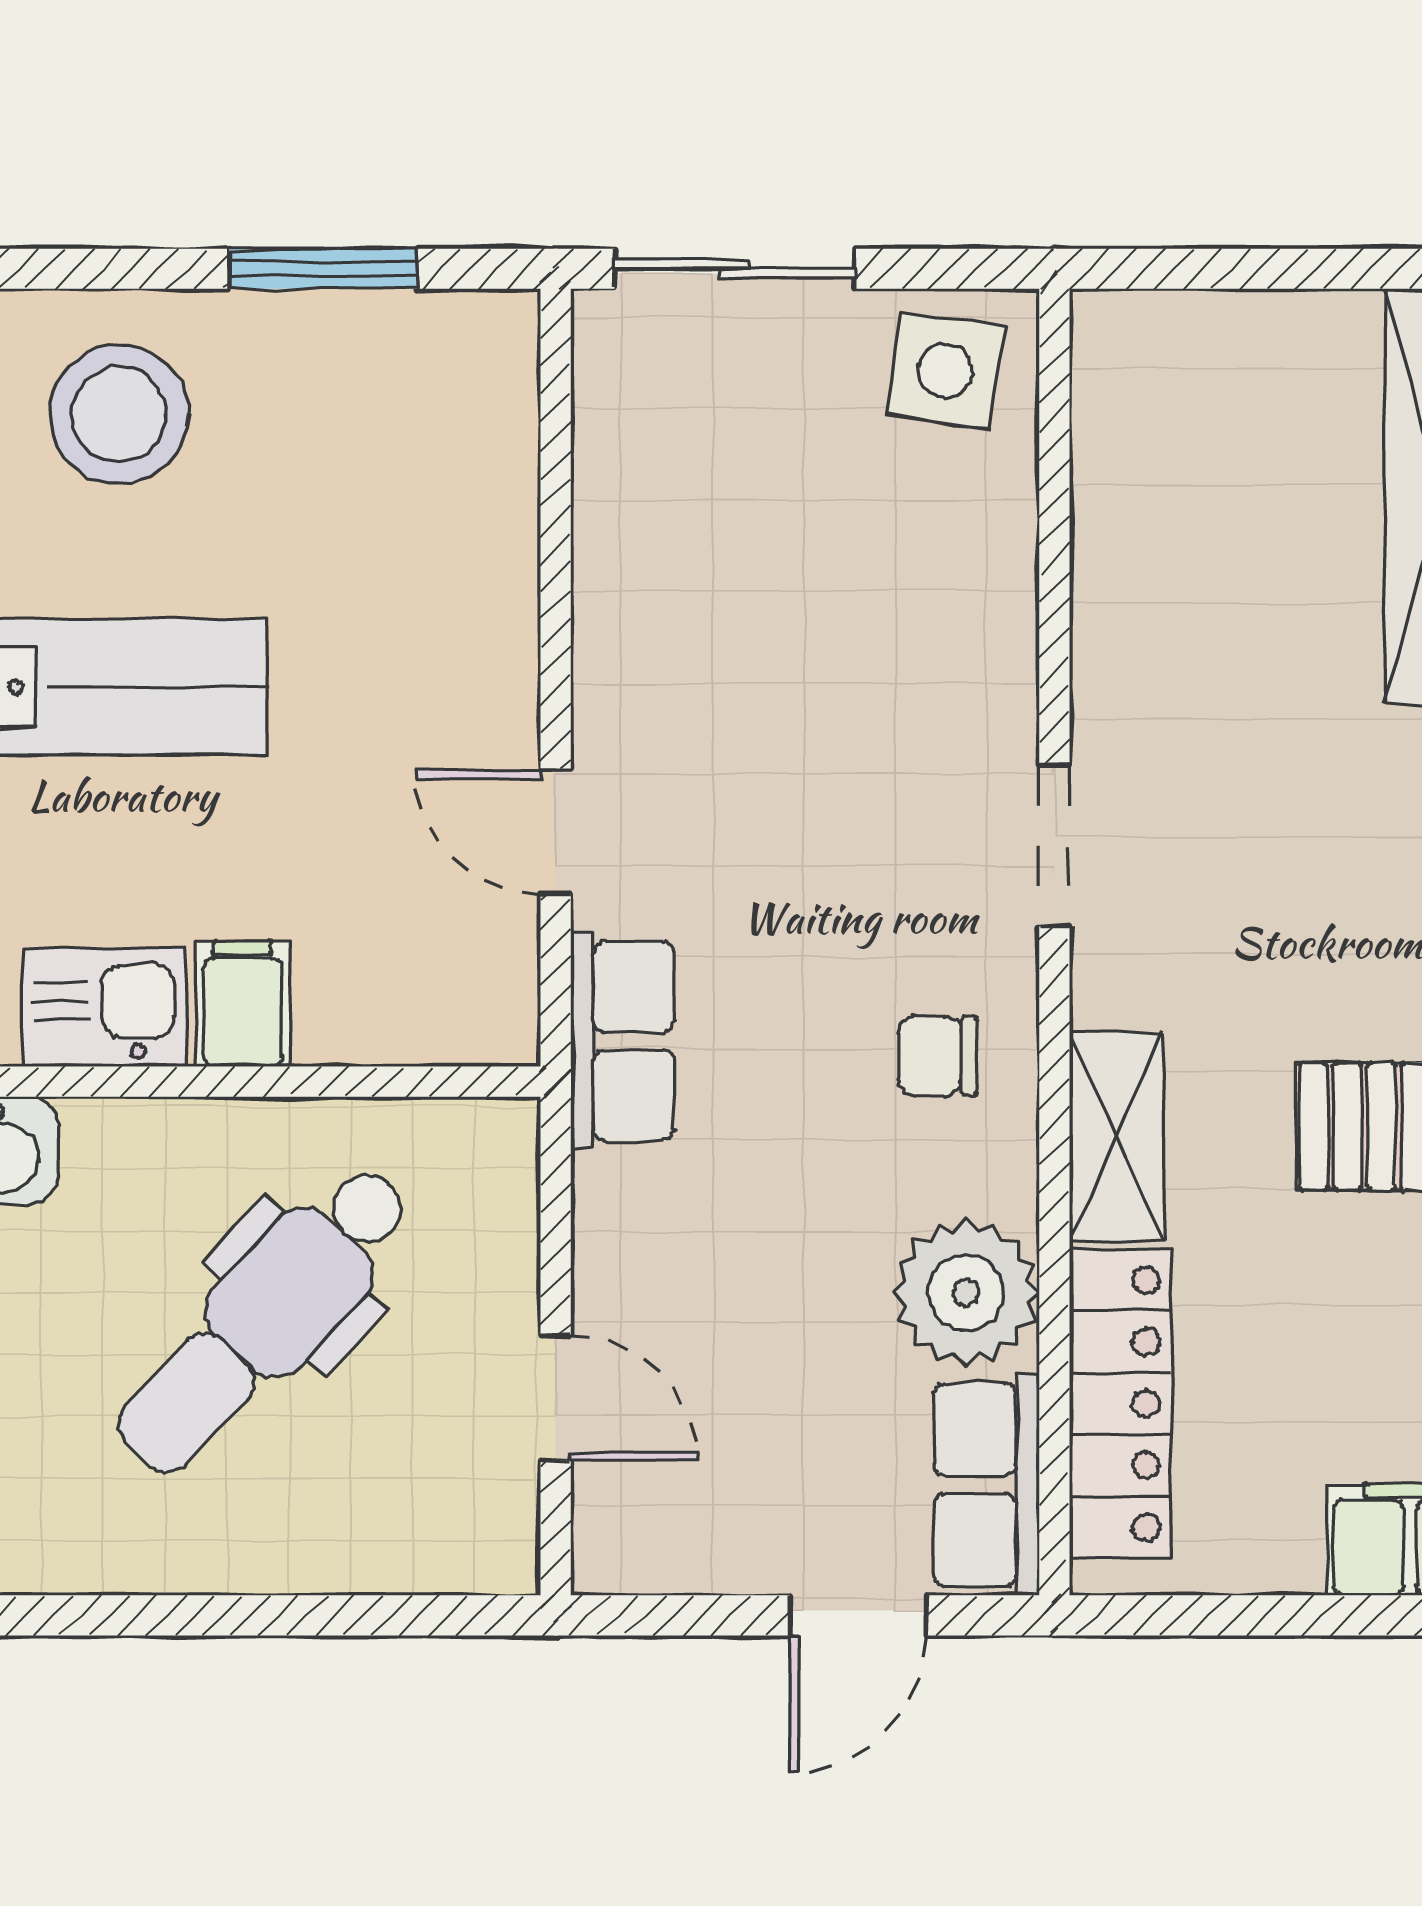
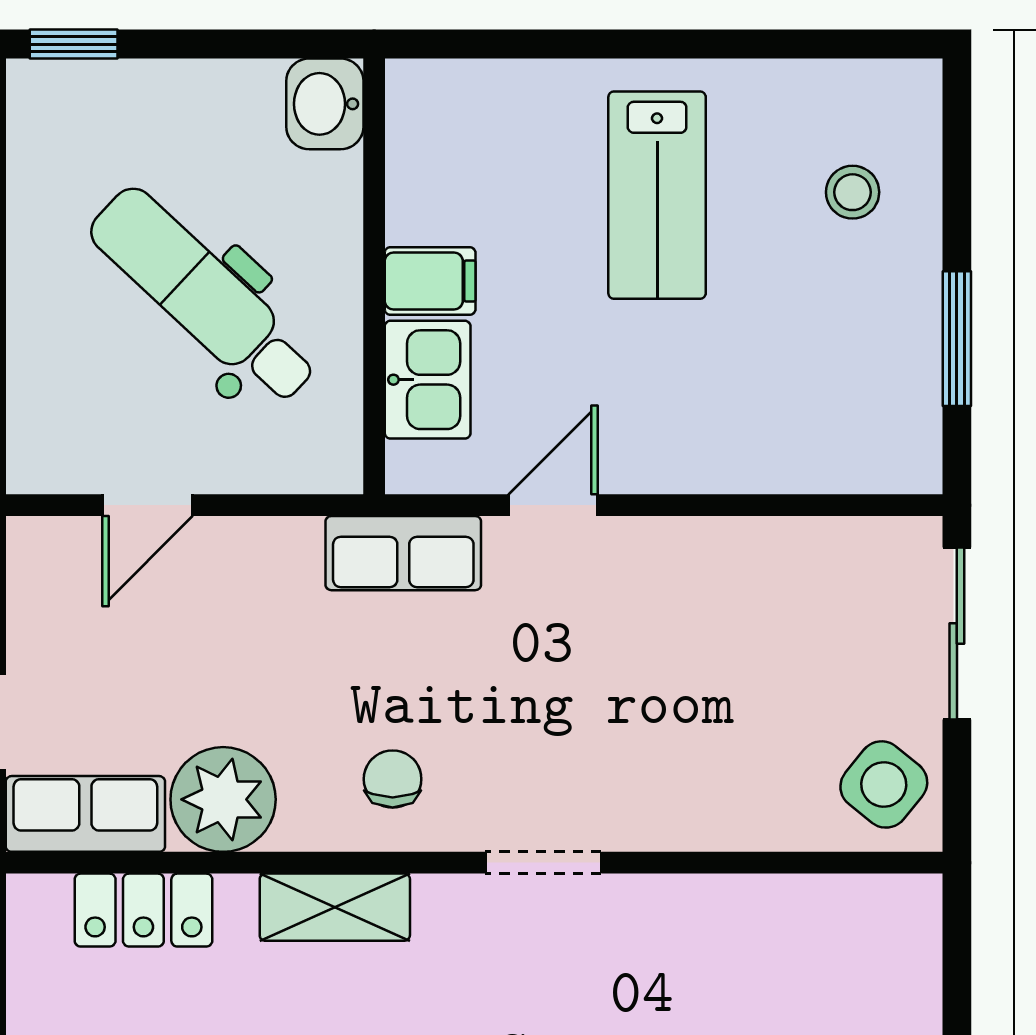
side table: (945, 371) -> (884, 784), turned 31
stool: (119, 414) -> (853, 192), width x0.53, depth x0.53
kitchen sink: (105, 1007) -> (428, 380), moved
locker: (1120, 1404) -> (143, 910), width x0.66

